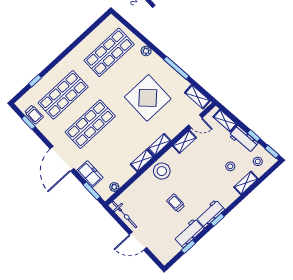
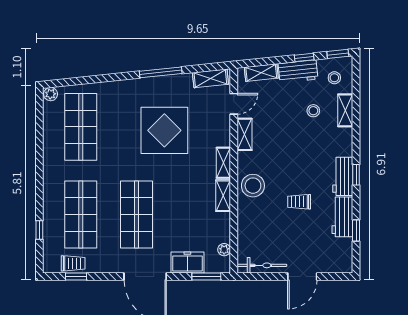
plant: (146, 51) -> (51, 94), moved

